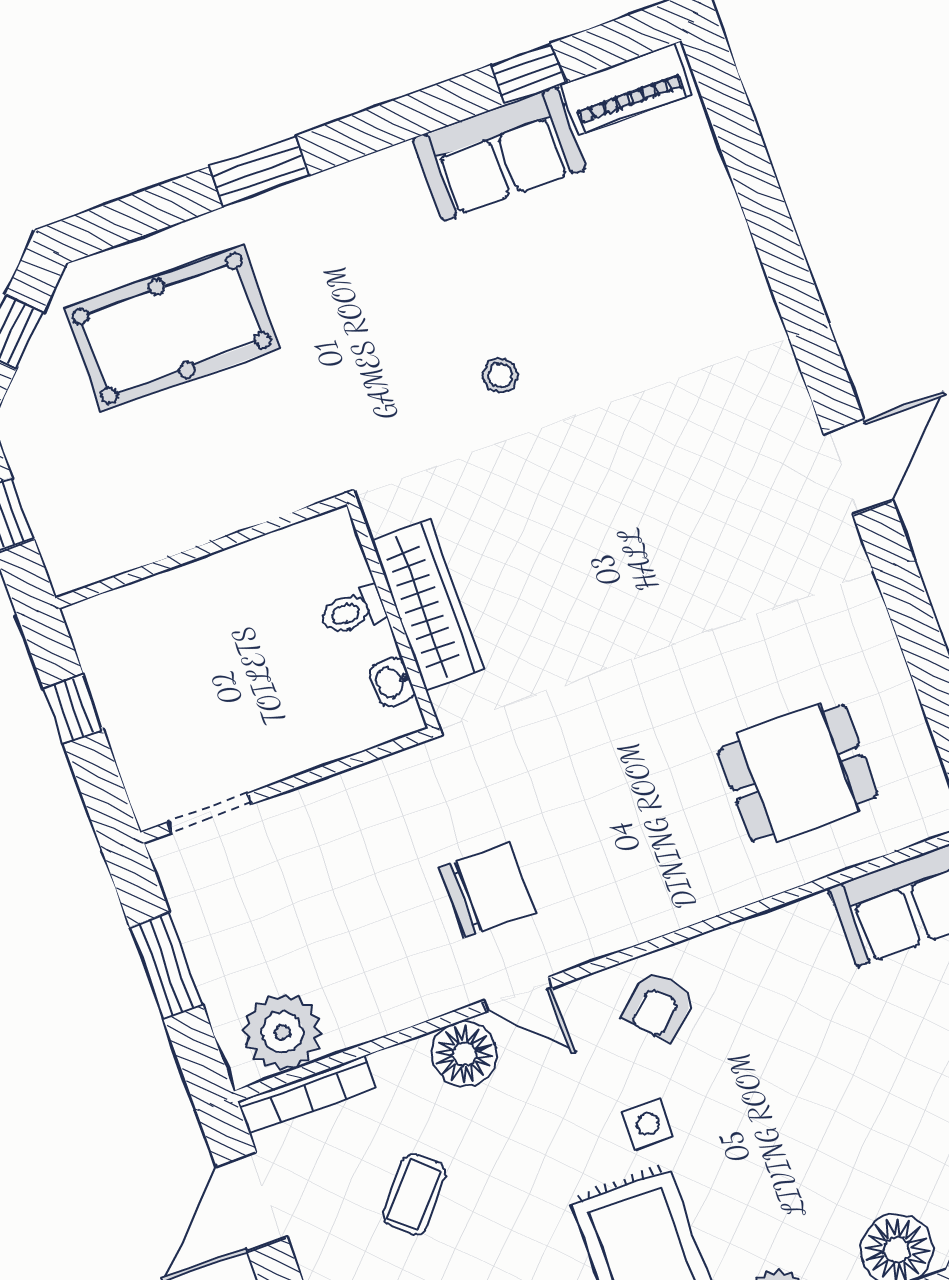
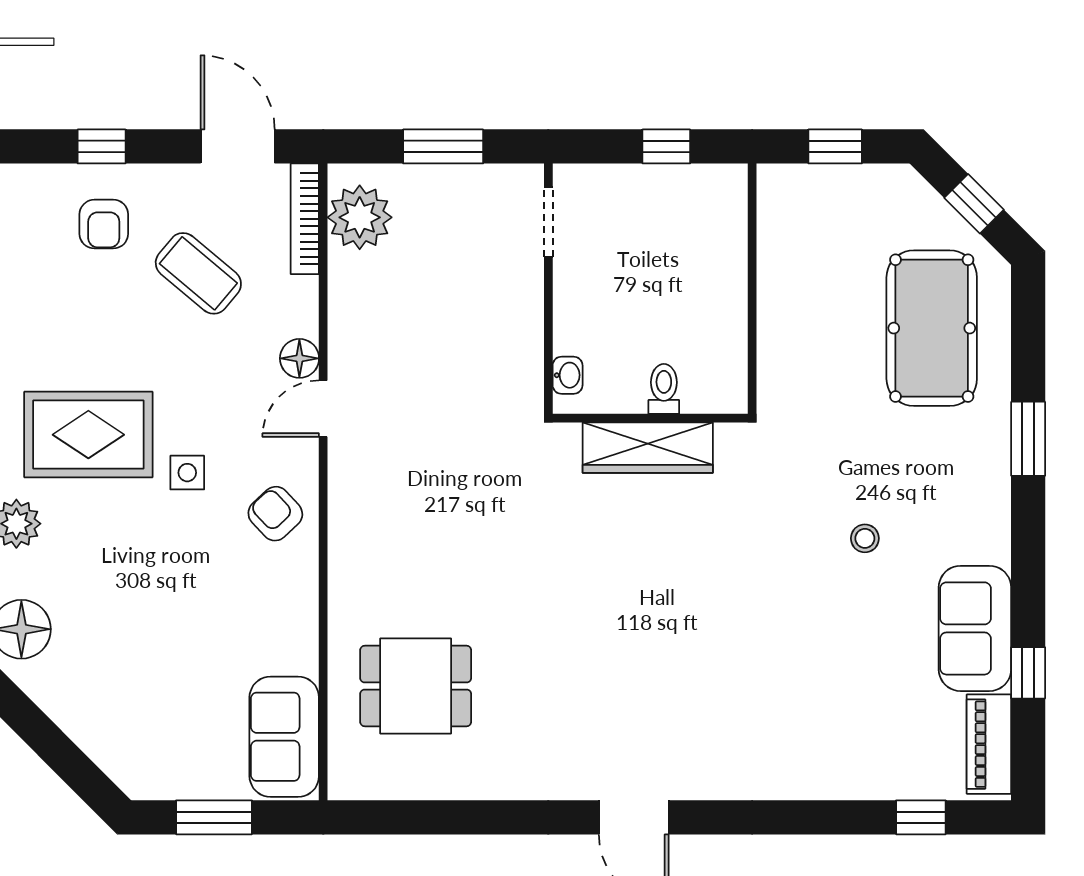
window: (739, 137) -> (921, 817), added
stool: (500, 375) -> (865, 538), moved
washbasin: (392, 682) -> (568, 375), moved, turned 90
dining table: (798, 773) -> (416, 686), turned 90
chair: (487, 891) -> (412, 414), removed
floor lamp: (464, 1054) -> (299, 358), width x0.73, depth x0.73
coffee table: (414, 1194) -> (198, 273), width x1.36, depth x1.30

